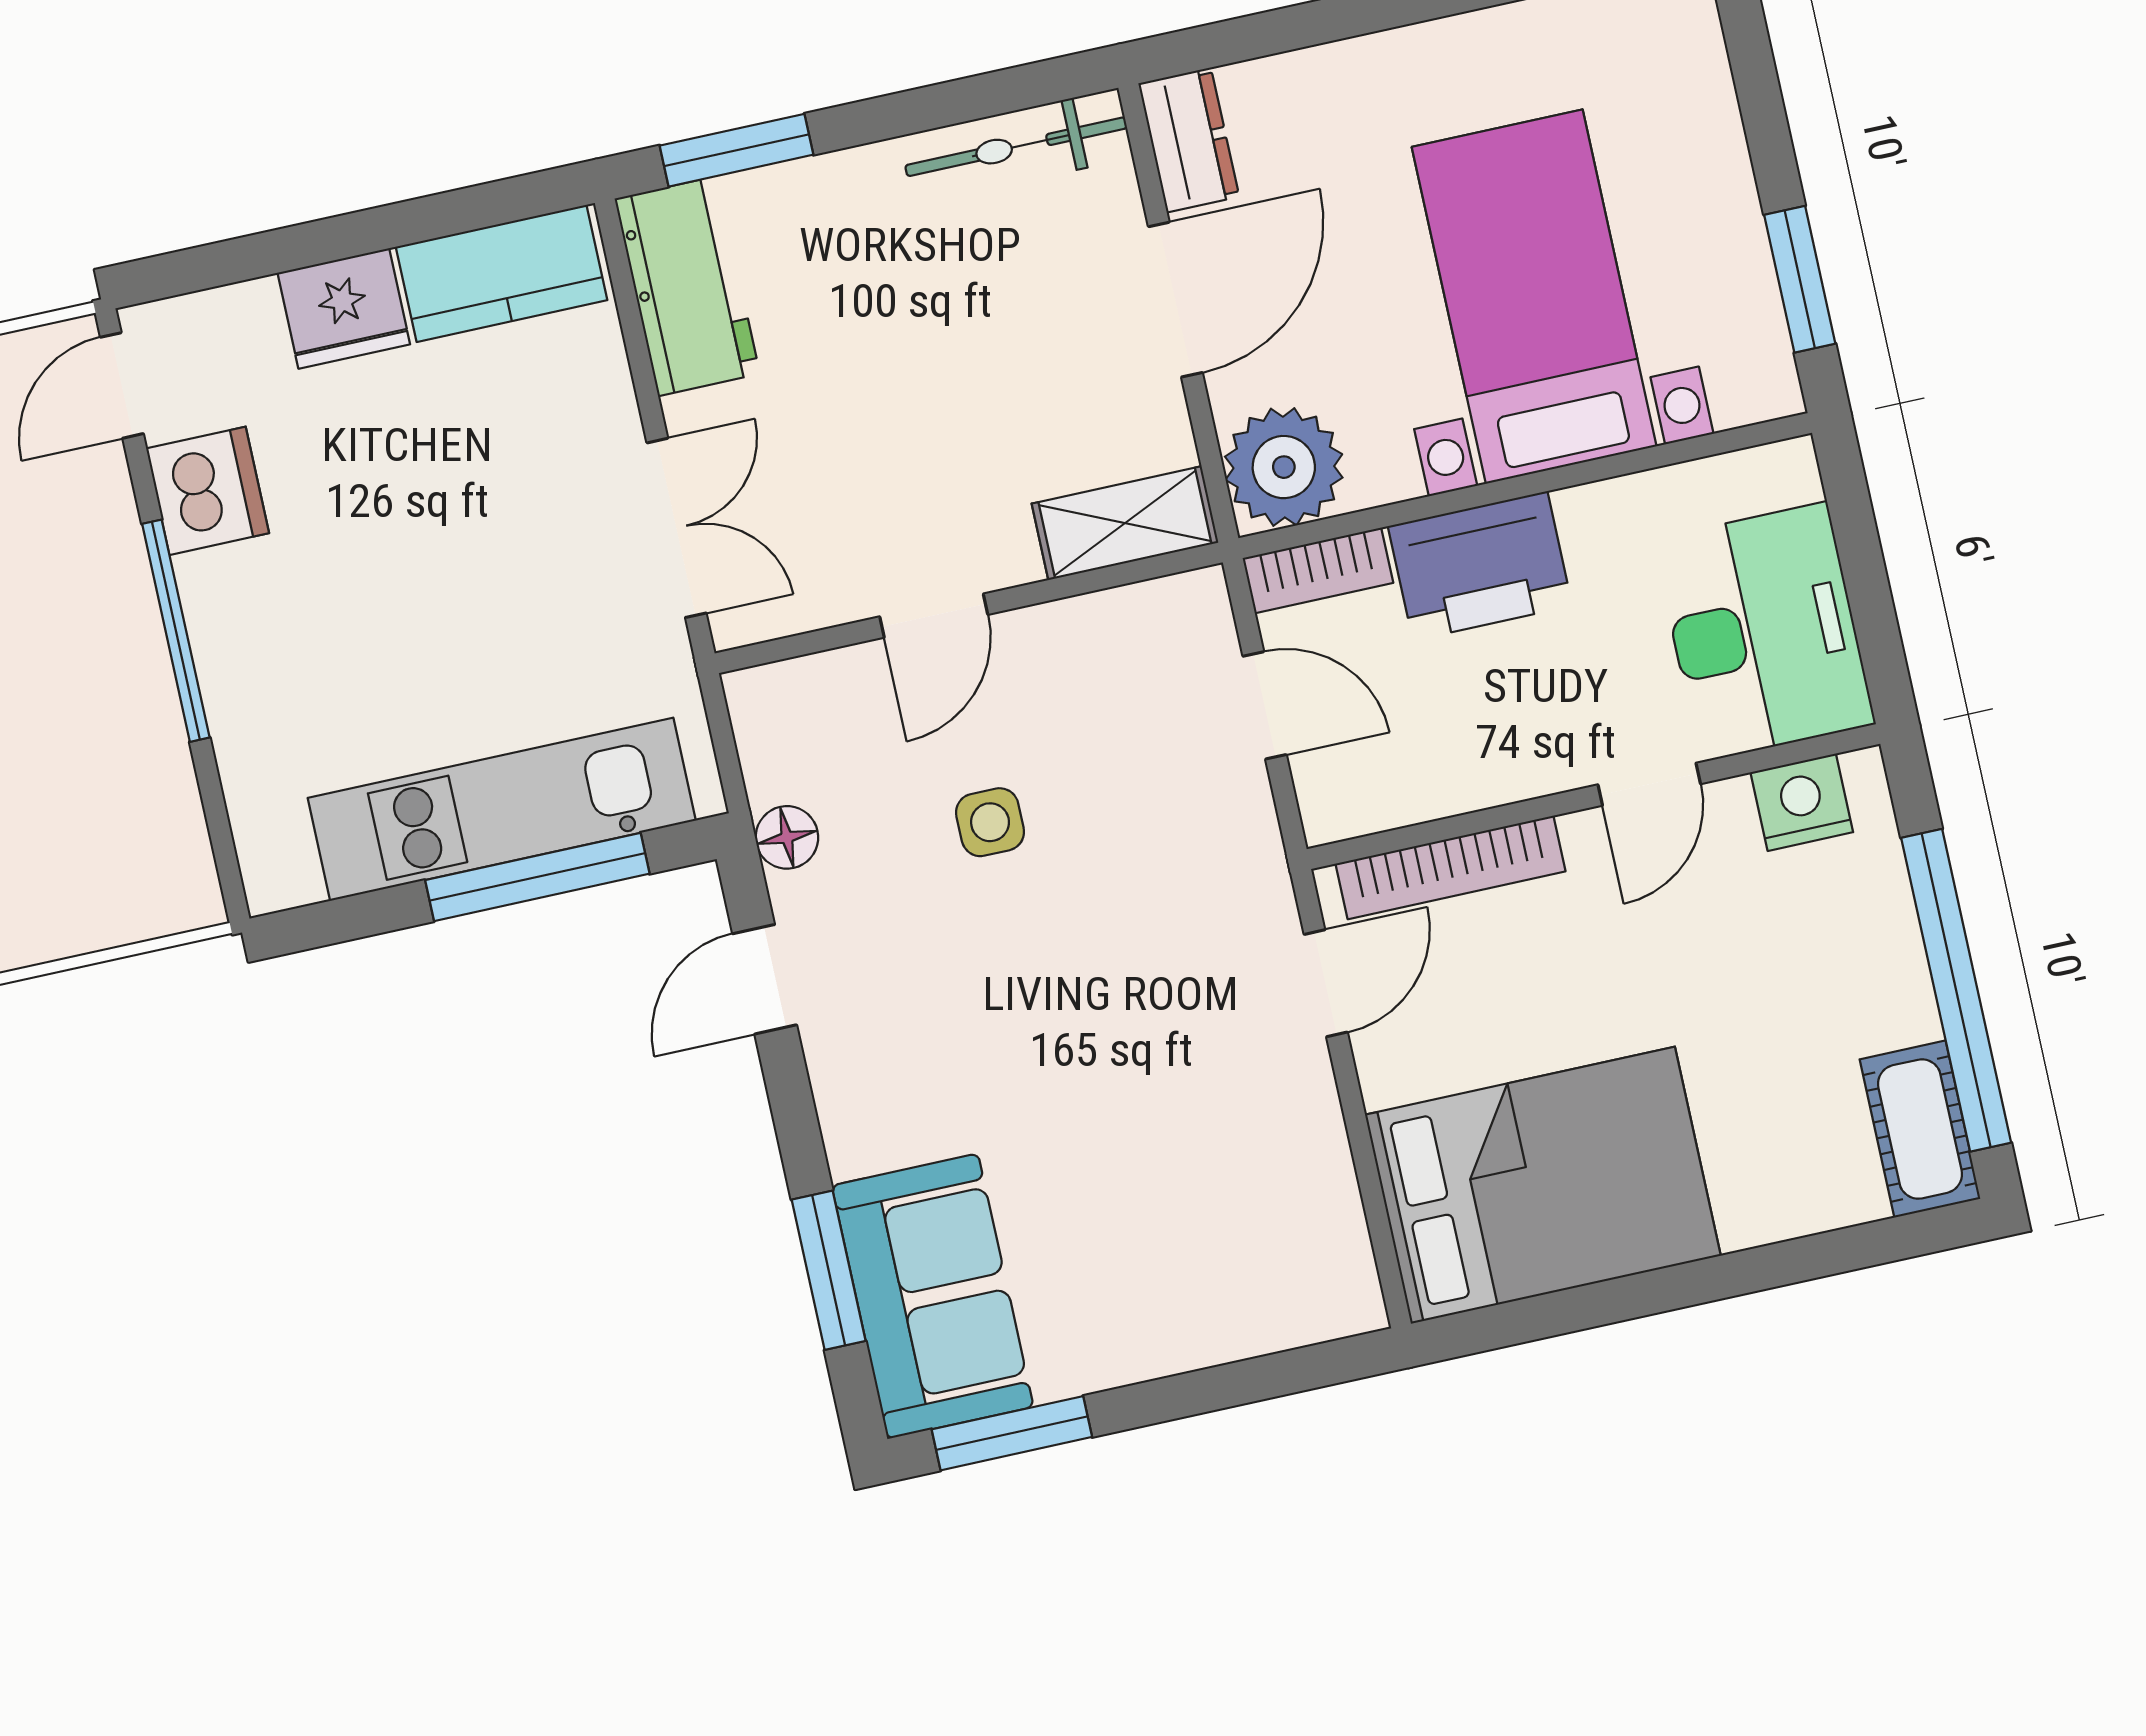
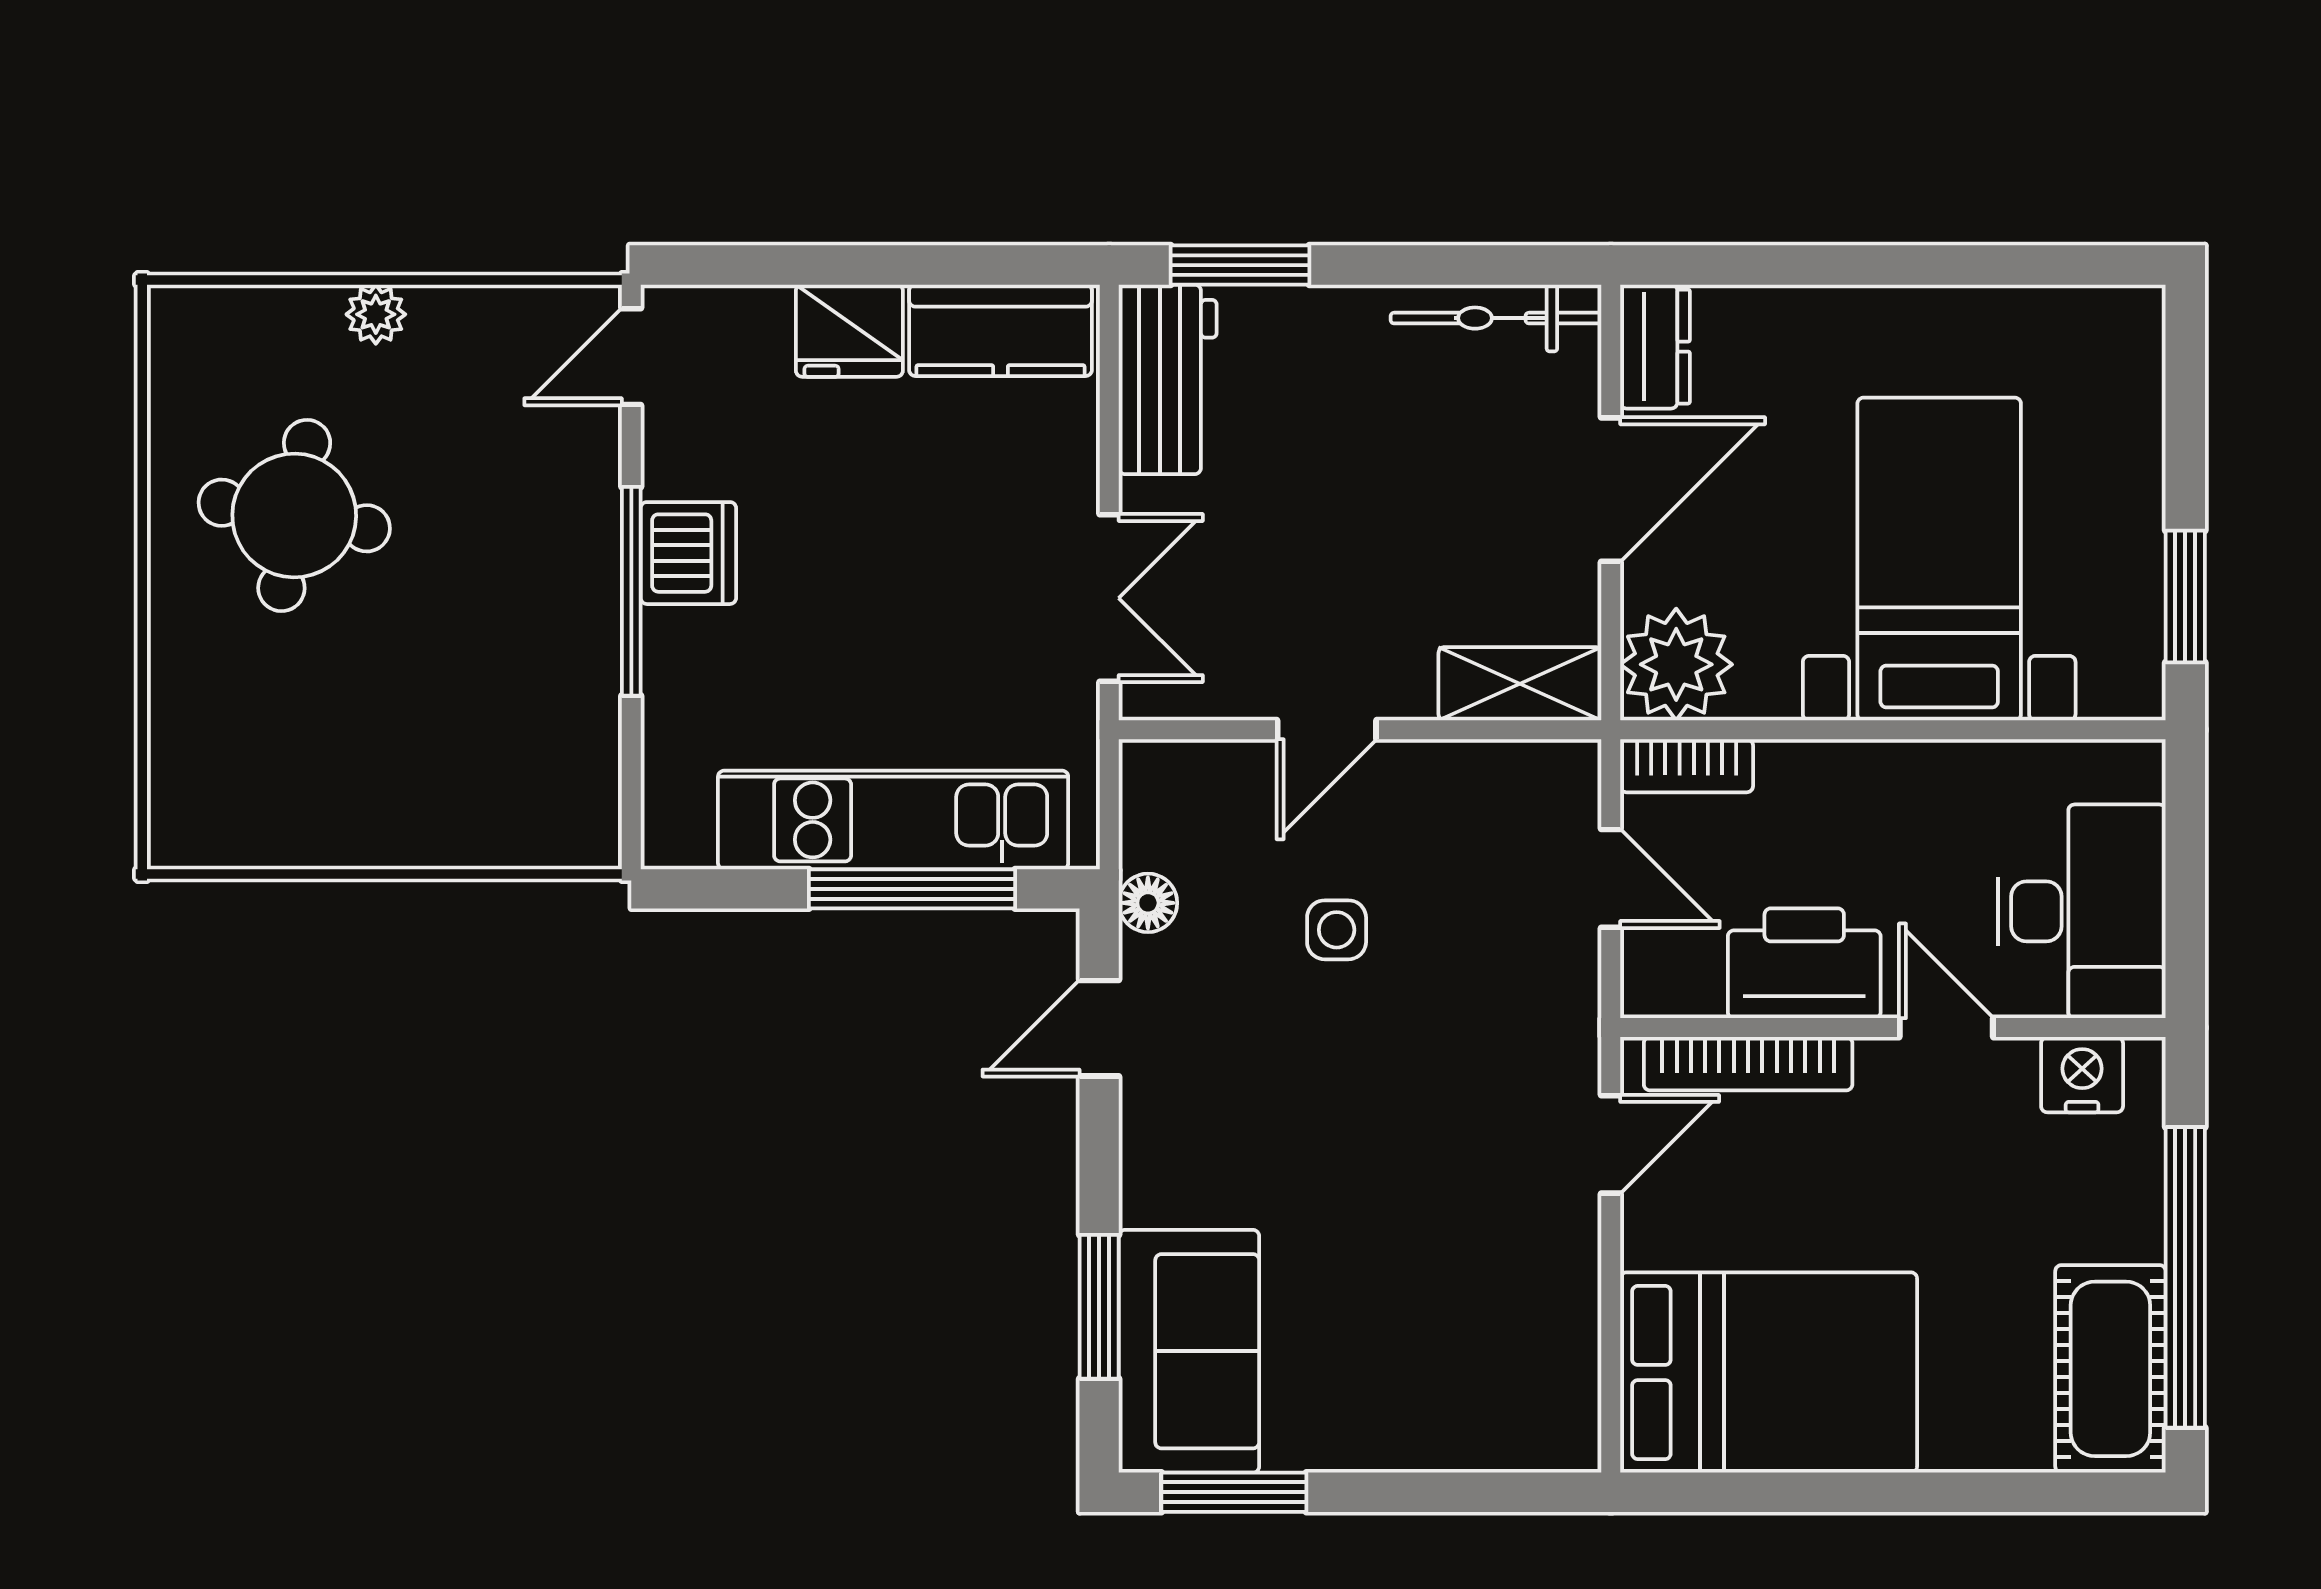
dishwasher: (208, 491) -> (688, 553), moved
printer: (1480, 566) -> (1804, 963), moved, turned 180
door: (1649, 784) -> (1946, 1028), swing flipped
cot: (1920, 1129) -> (2110, 1369), width x1.37, depth x1.34

